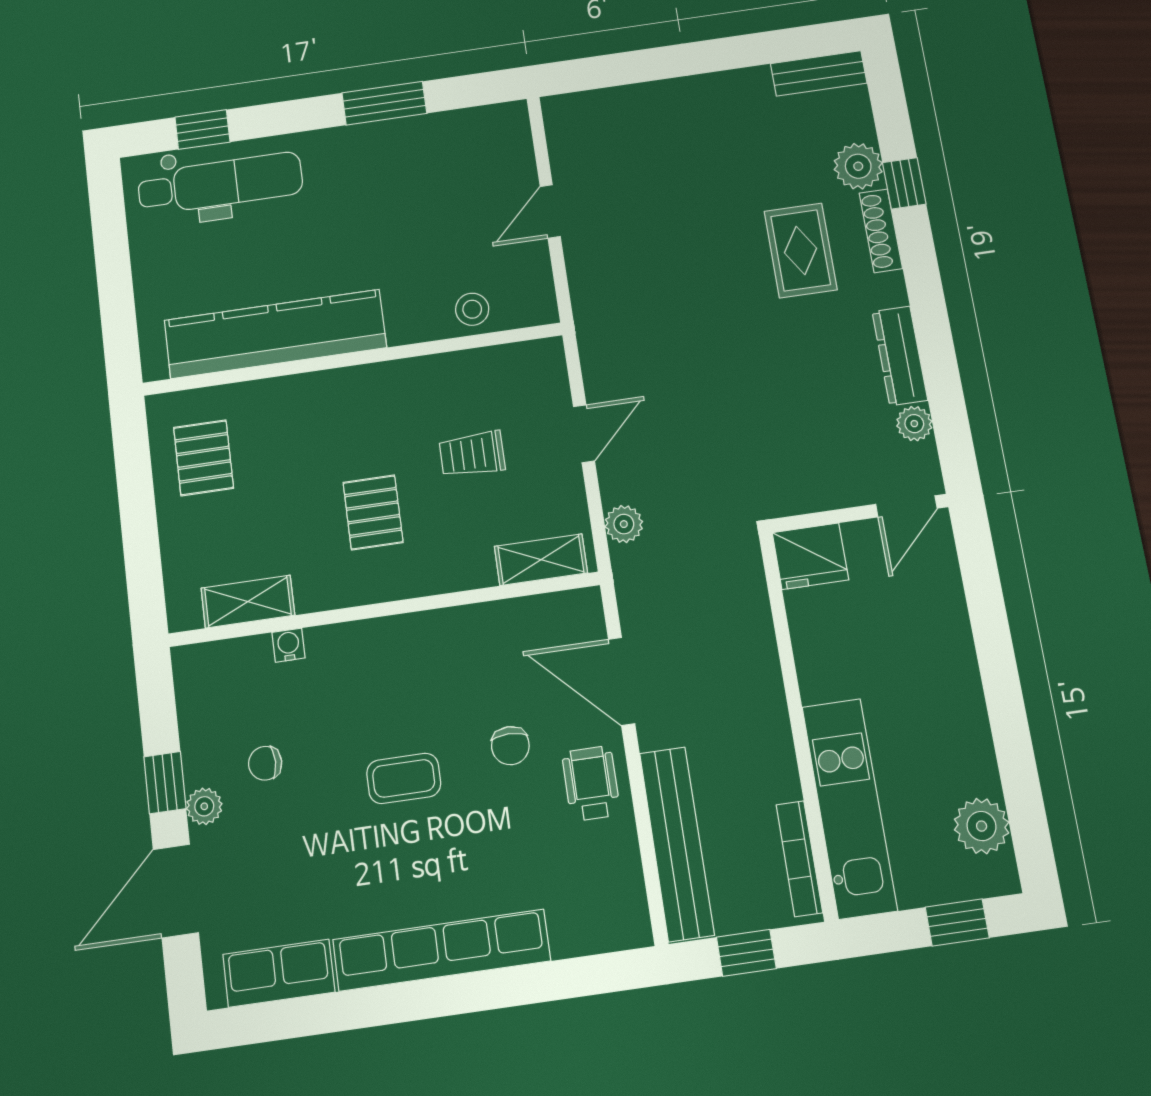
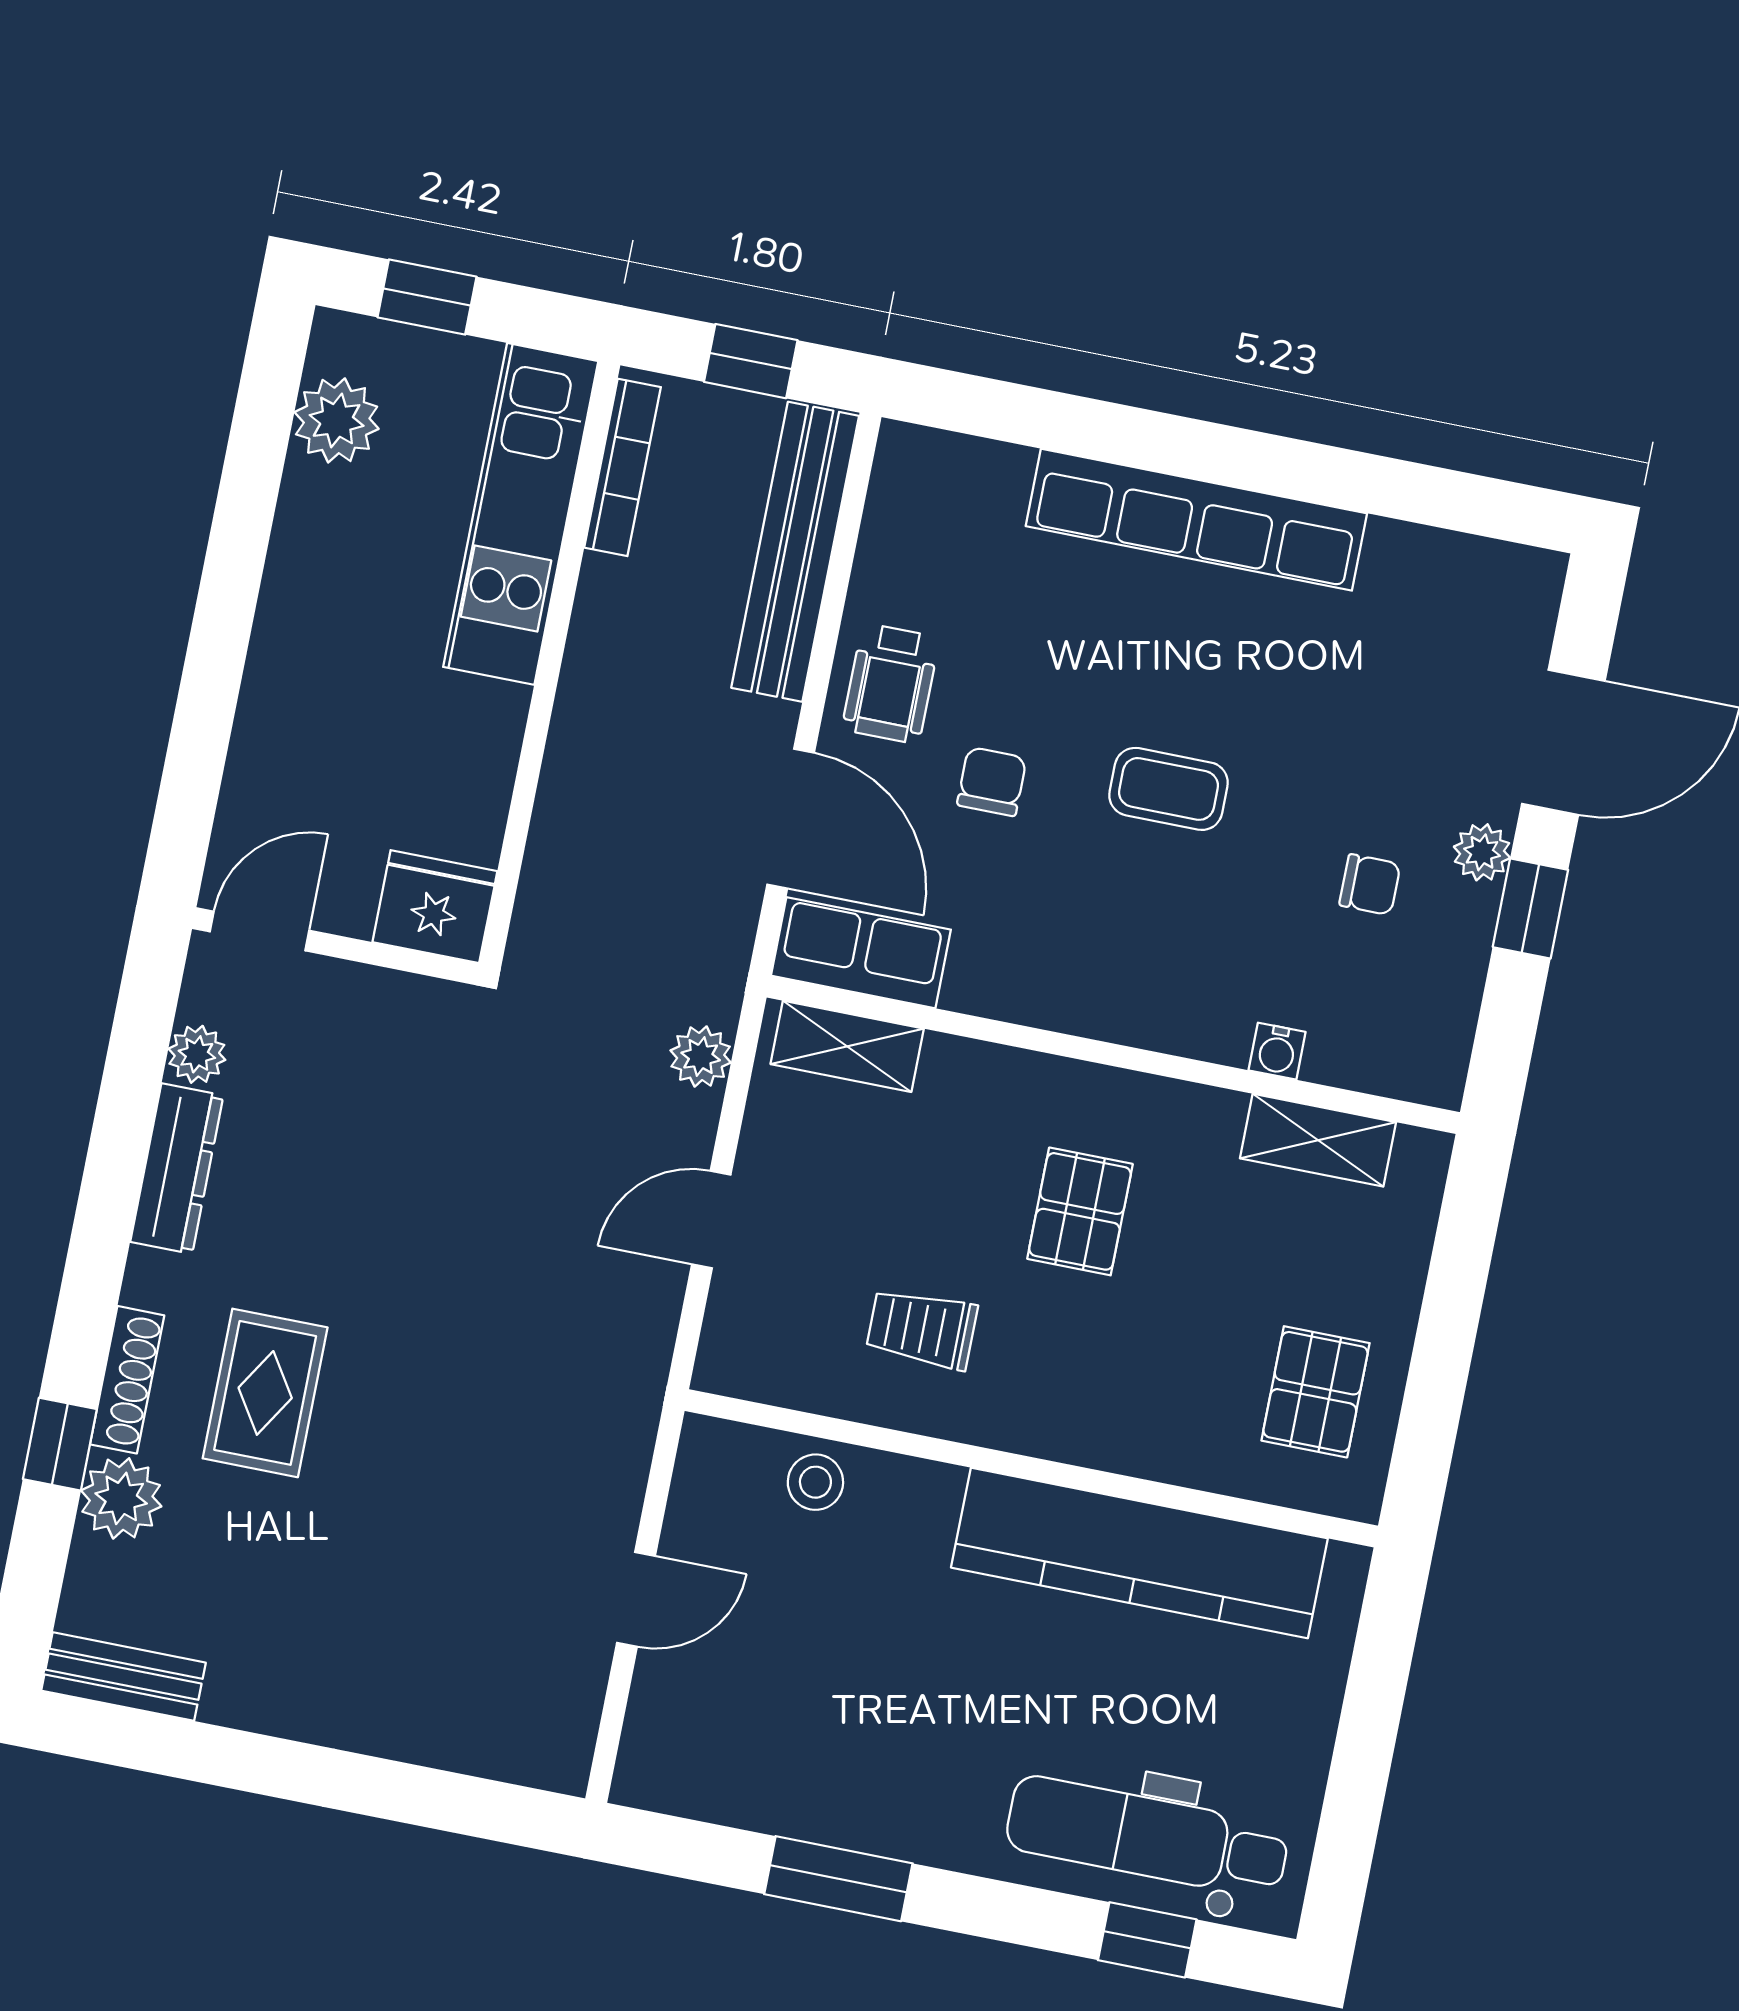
trolley: (472, 454) -> (922, 1329), moved, turned 180
row of seats: (279, 973) -> (861, 953), moved, turned 180

